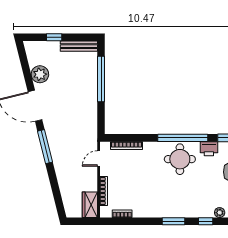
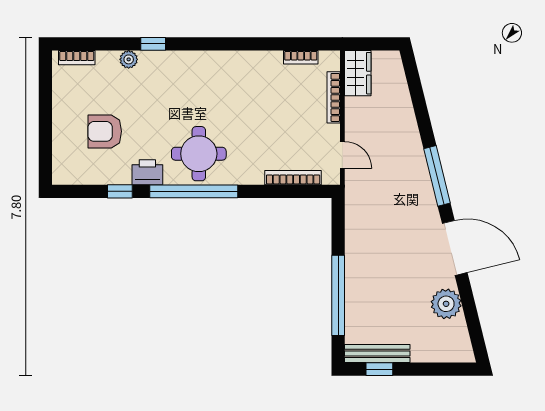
window: (54, 37) -> (379, 369), moved
door: (99, 158) -> (342, 155), hinge flipped
window: (174, 221) -> (210, 44), removed

